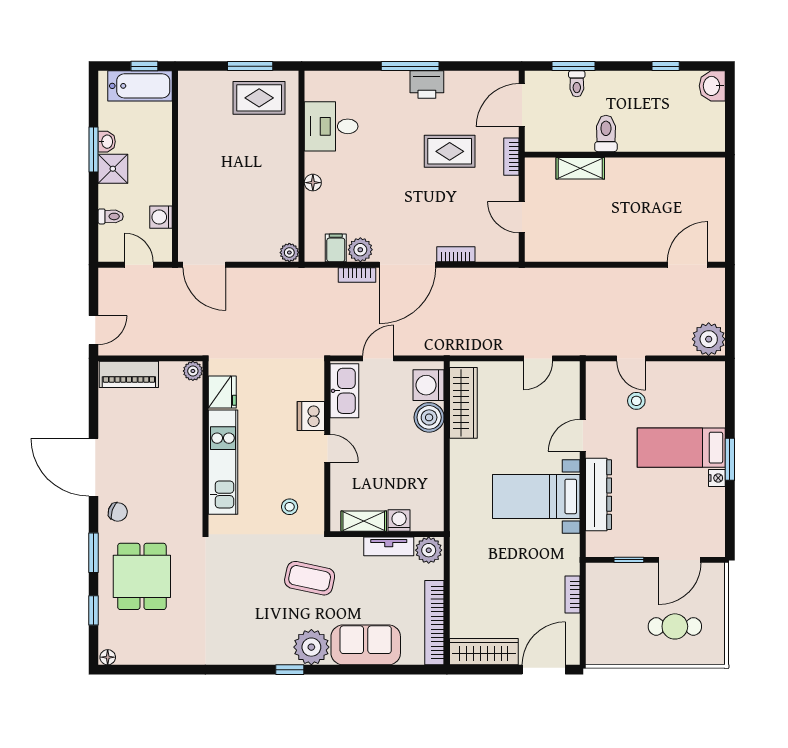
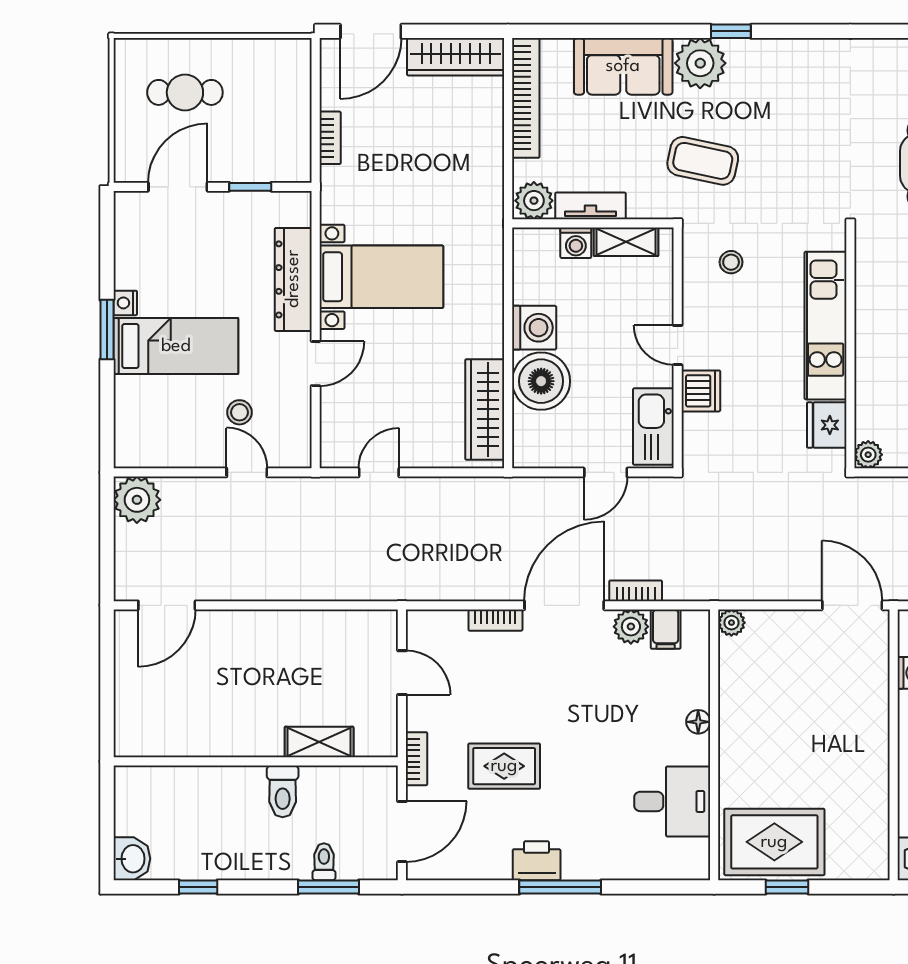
window: (250, 66) -> (787, 887), width x0.67
rug: (259, 98) -> (774, 842), width x1.36, depth x1.43
washing machine: (429, 385) -> (534, 328), moved
boiler: (429, 417) -> (541, 381), width x1.37, depth x1.37

